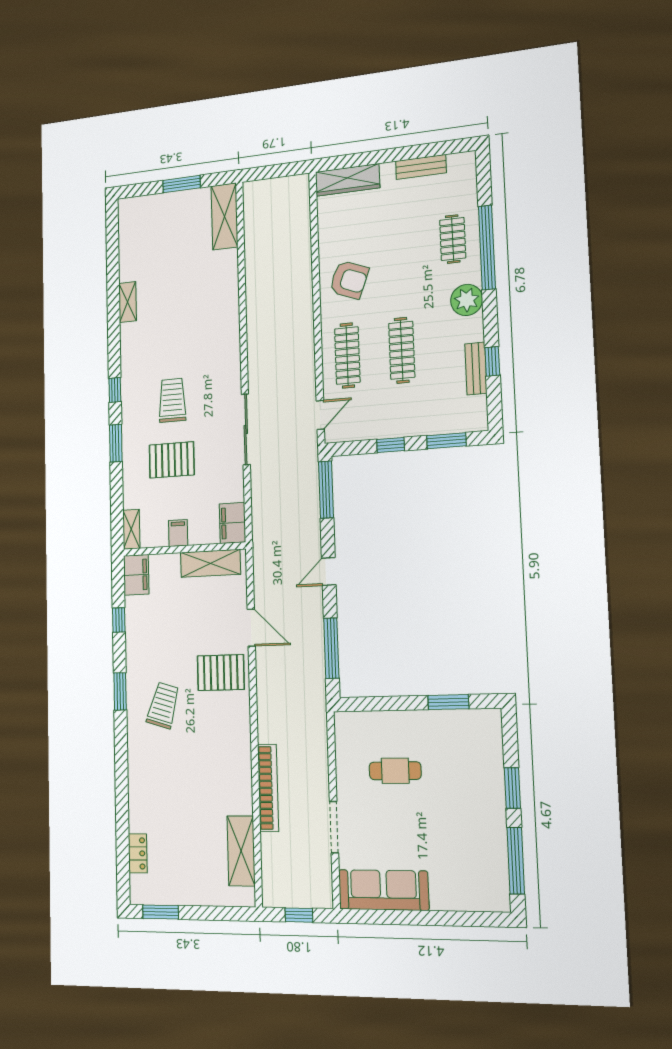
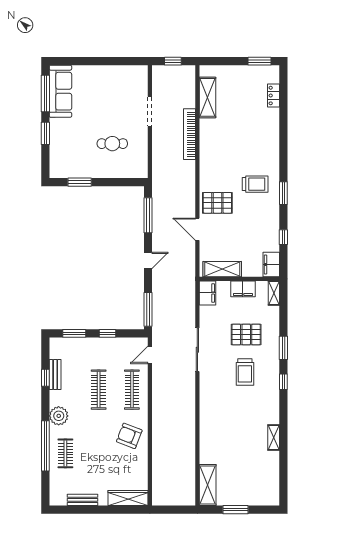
filing cabinet: (178, 533) -> (243, 289), width x2.00
trolley: (163, 705) -> (255, 184), turned -107
sofa: (383, 890) -> (60, 91), moved, turned -90

